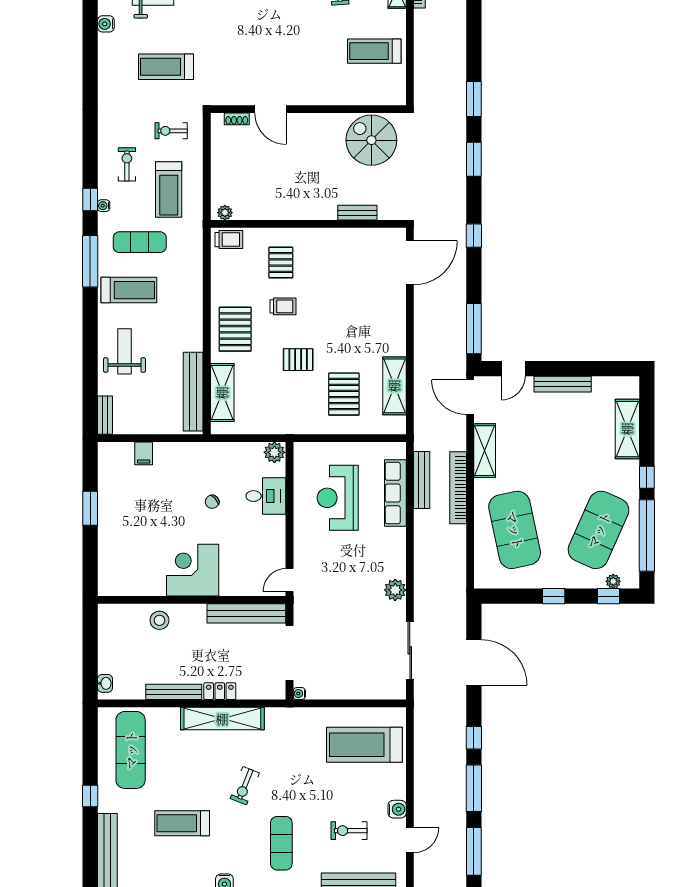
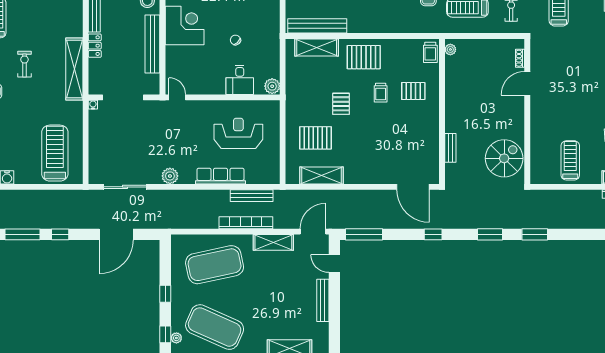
row of seats: (395, 493) -> (221, 176), moved
bench: (246, 613) -> (152, 44), moved
shelving: (222, 719) -> (74, 69), moved
exercise bike: (245, 786) -> (24, 64), turned 68

